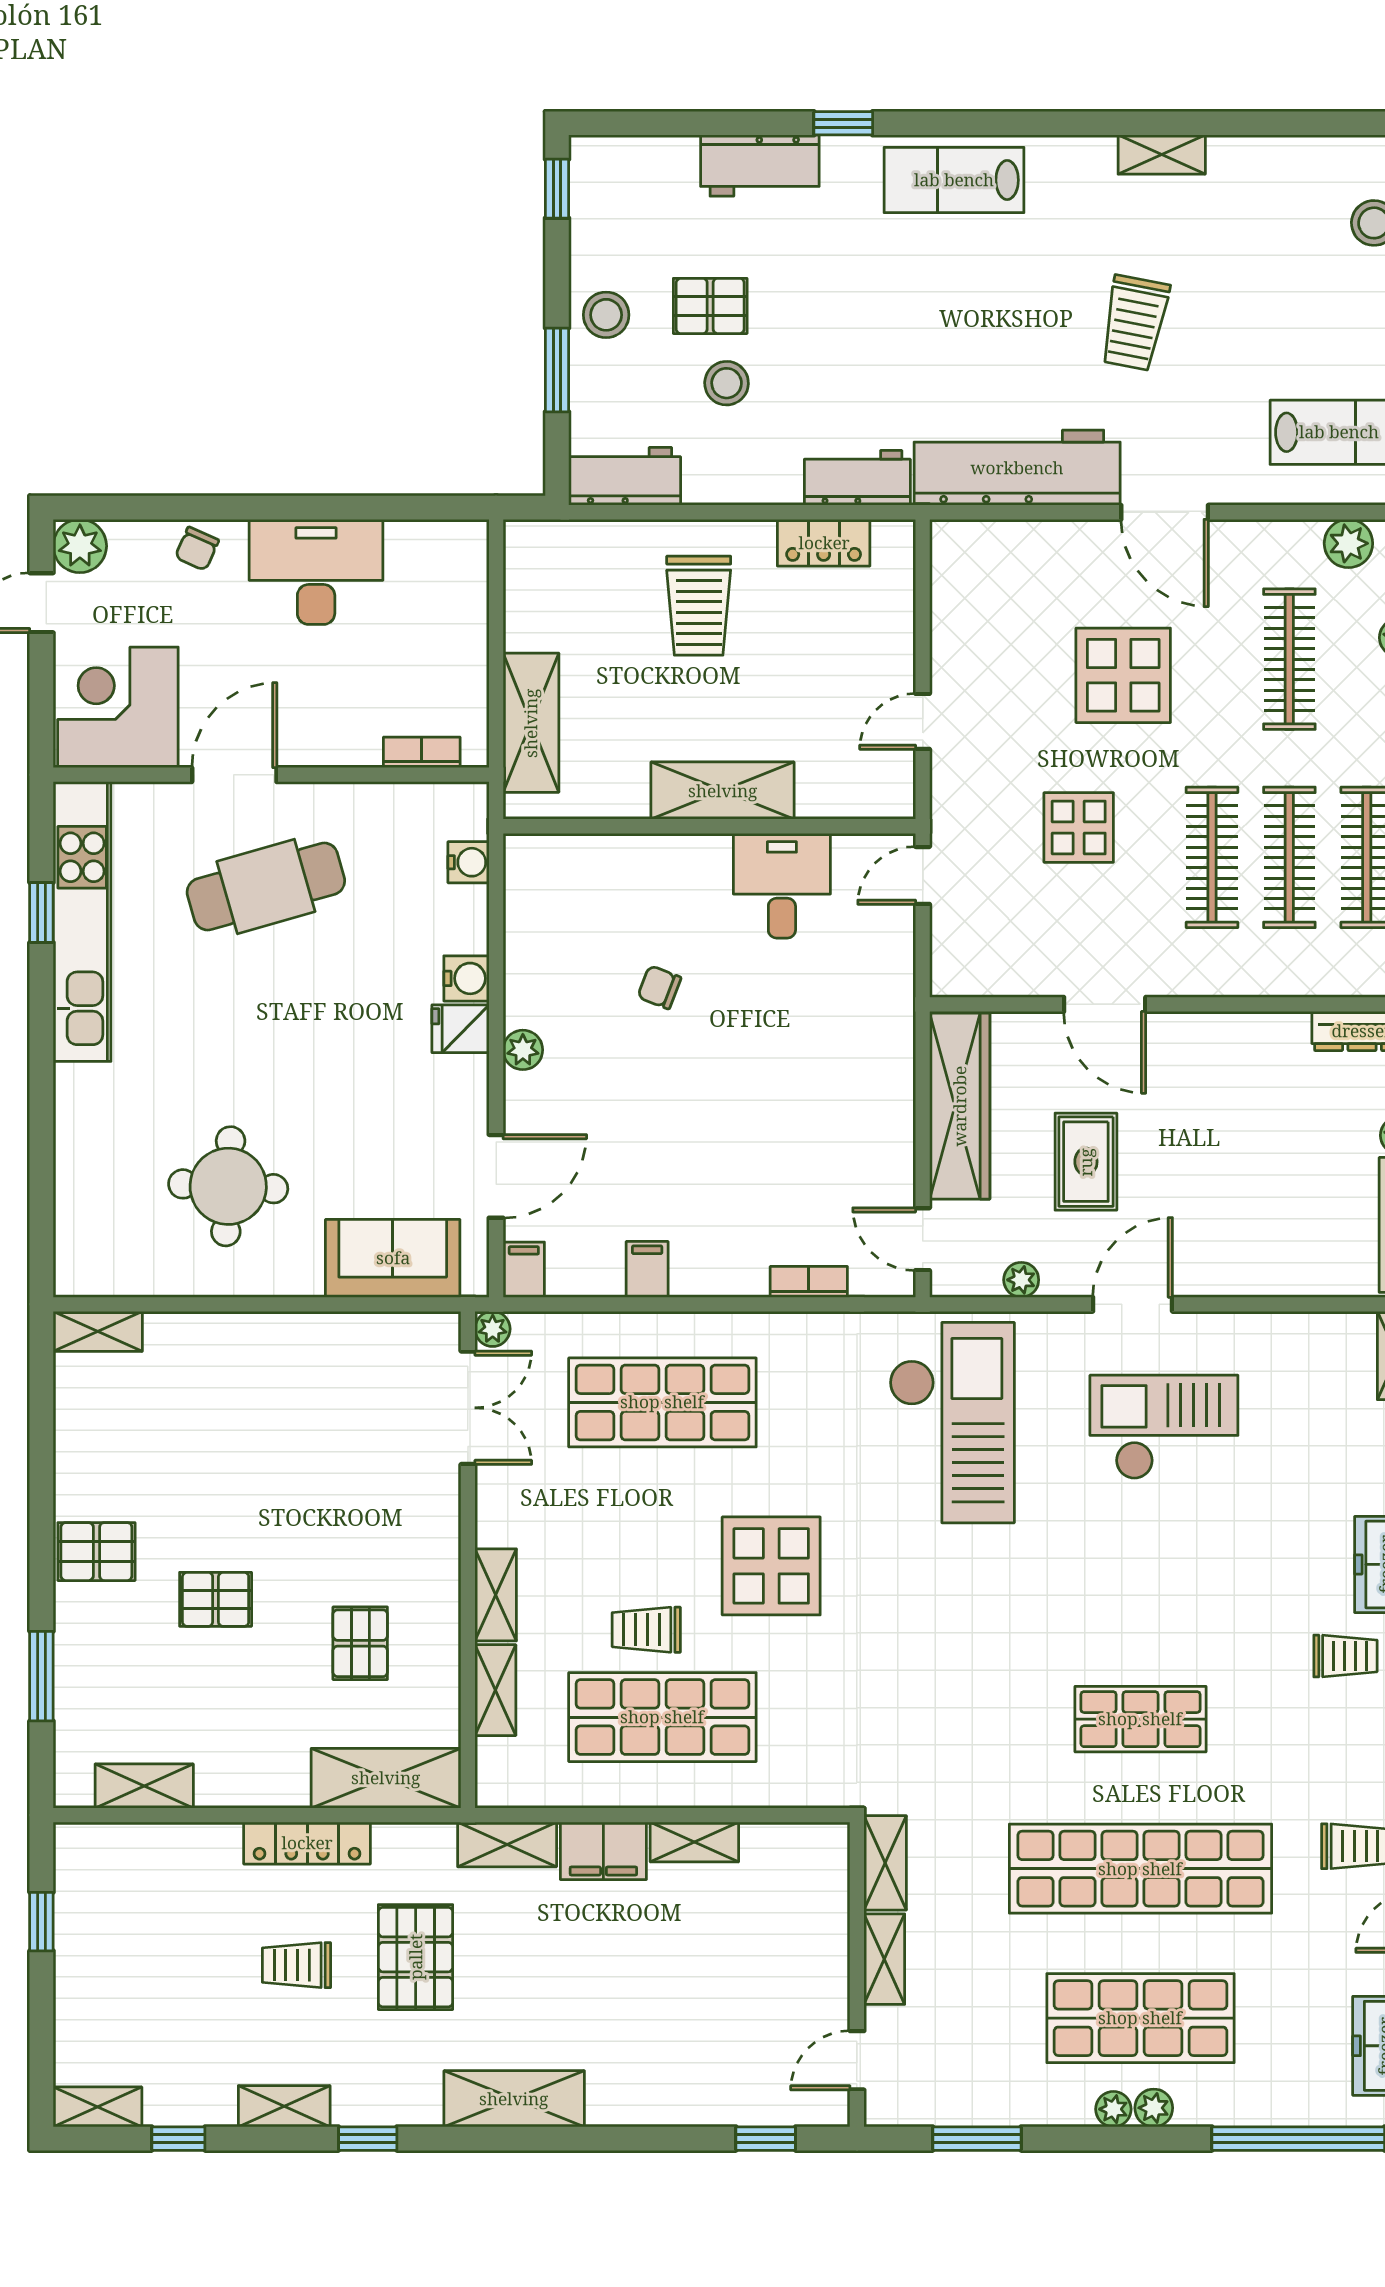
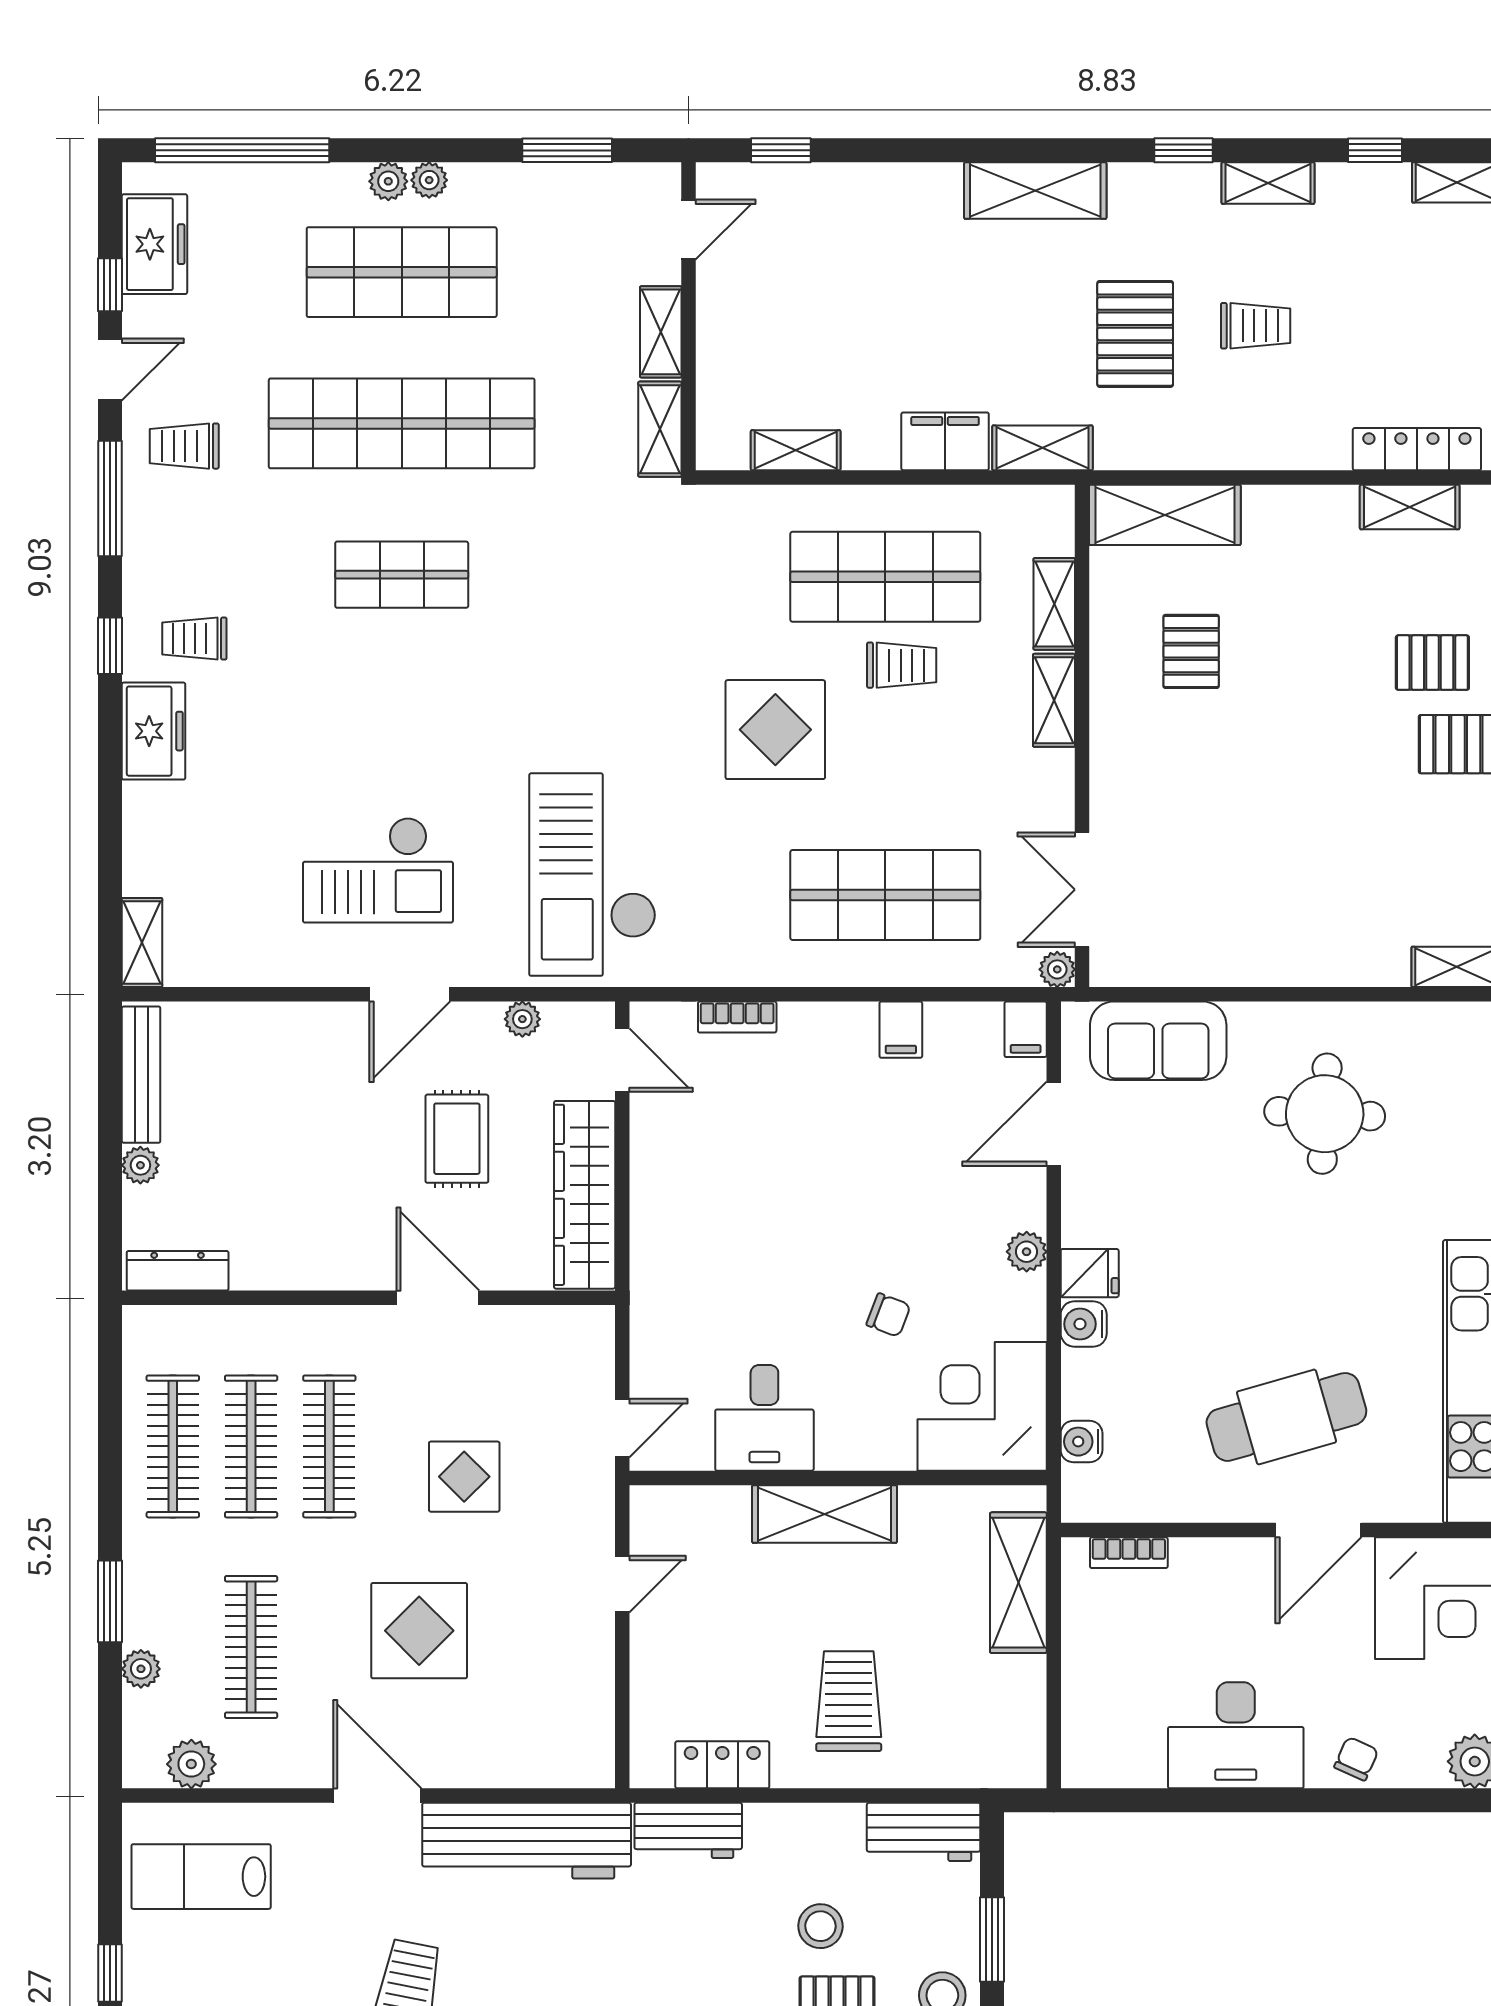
corner desk: (567, 897) -> (982, 1406), added
pallet: (216, 1599) -> (1432, 663), moved
shelving: (694, 1842) -> (796, 450), moved
locker: (307, 1843) -> (1417, 449), moved

